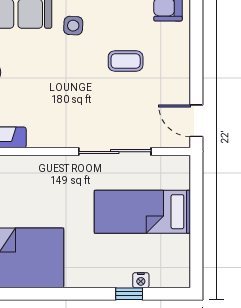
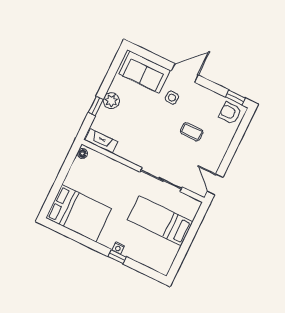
nightstand: (141, 280) -> (118, 248), moved
window: (129, 294) -> (117, 257), moved

